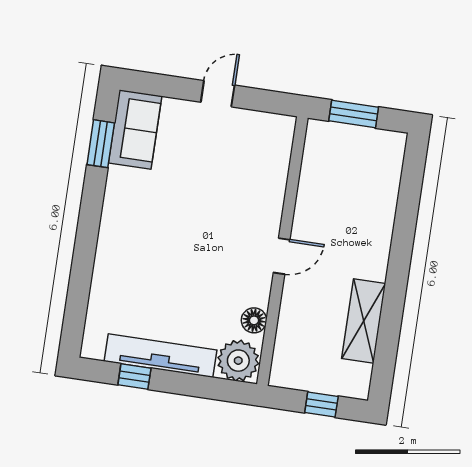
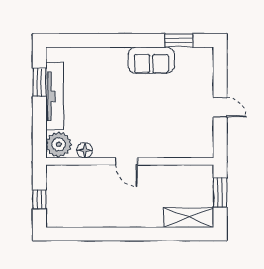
sofa: (135, 130) -> (151, 60), moved
shelving: (364, 321) -> (189, 218), moved
window: (134, 377) -> (39, 82), width x1.50

